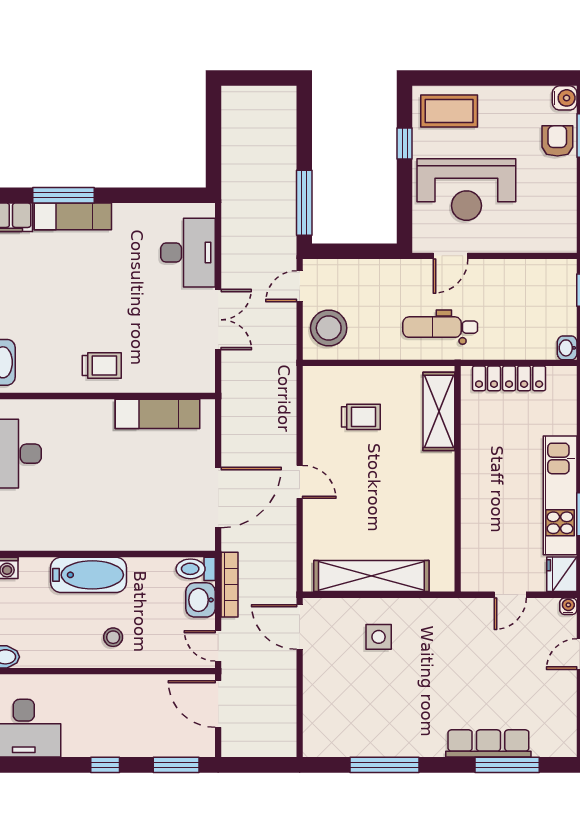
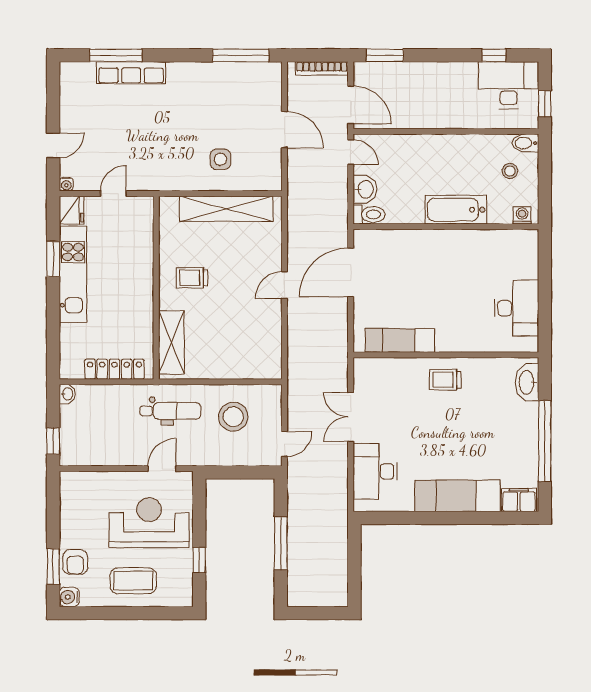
coffee table: (449, 111) -> (133, 581), moved
window: (64, 195) -> (476, 518), removed
window: (304, 203) -> (281, 544), moved
exam couch: (73, 216) -> (457, 496), width x1.36, depth x1.45
stool: (329, 328) -> (233, 417), moved
trolley: (361, 417) -> (192, 278), moved
door: (300, 482) -> (284, 285), hinge flipped
bookcase: (229, 585) -> (322, 68), moved, turned -90
door: (300, 627) -> (284, 130), moved
stool: (113, 637) -> (510, 171), moved
window: (105, 765) -> (494, 55), moved
window: (385, 765) -> (241, 55), moved

